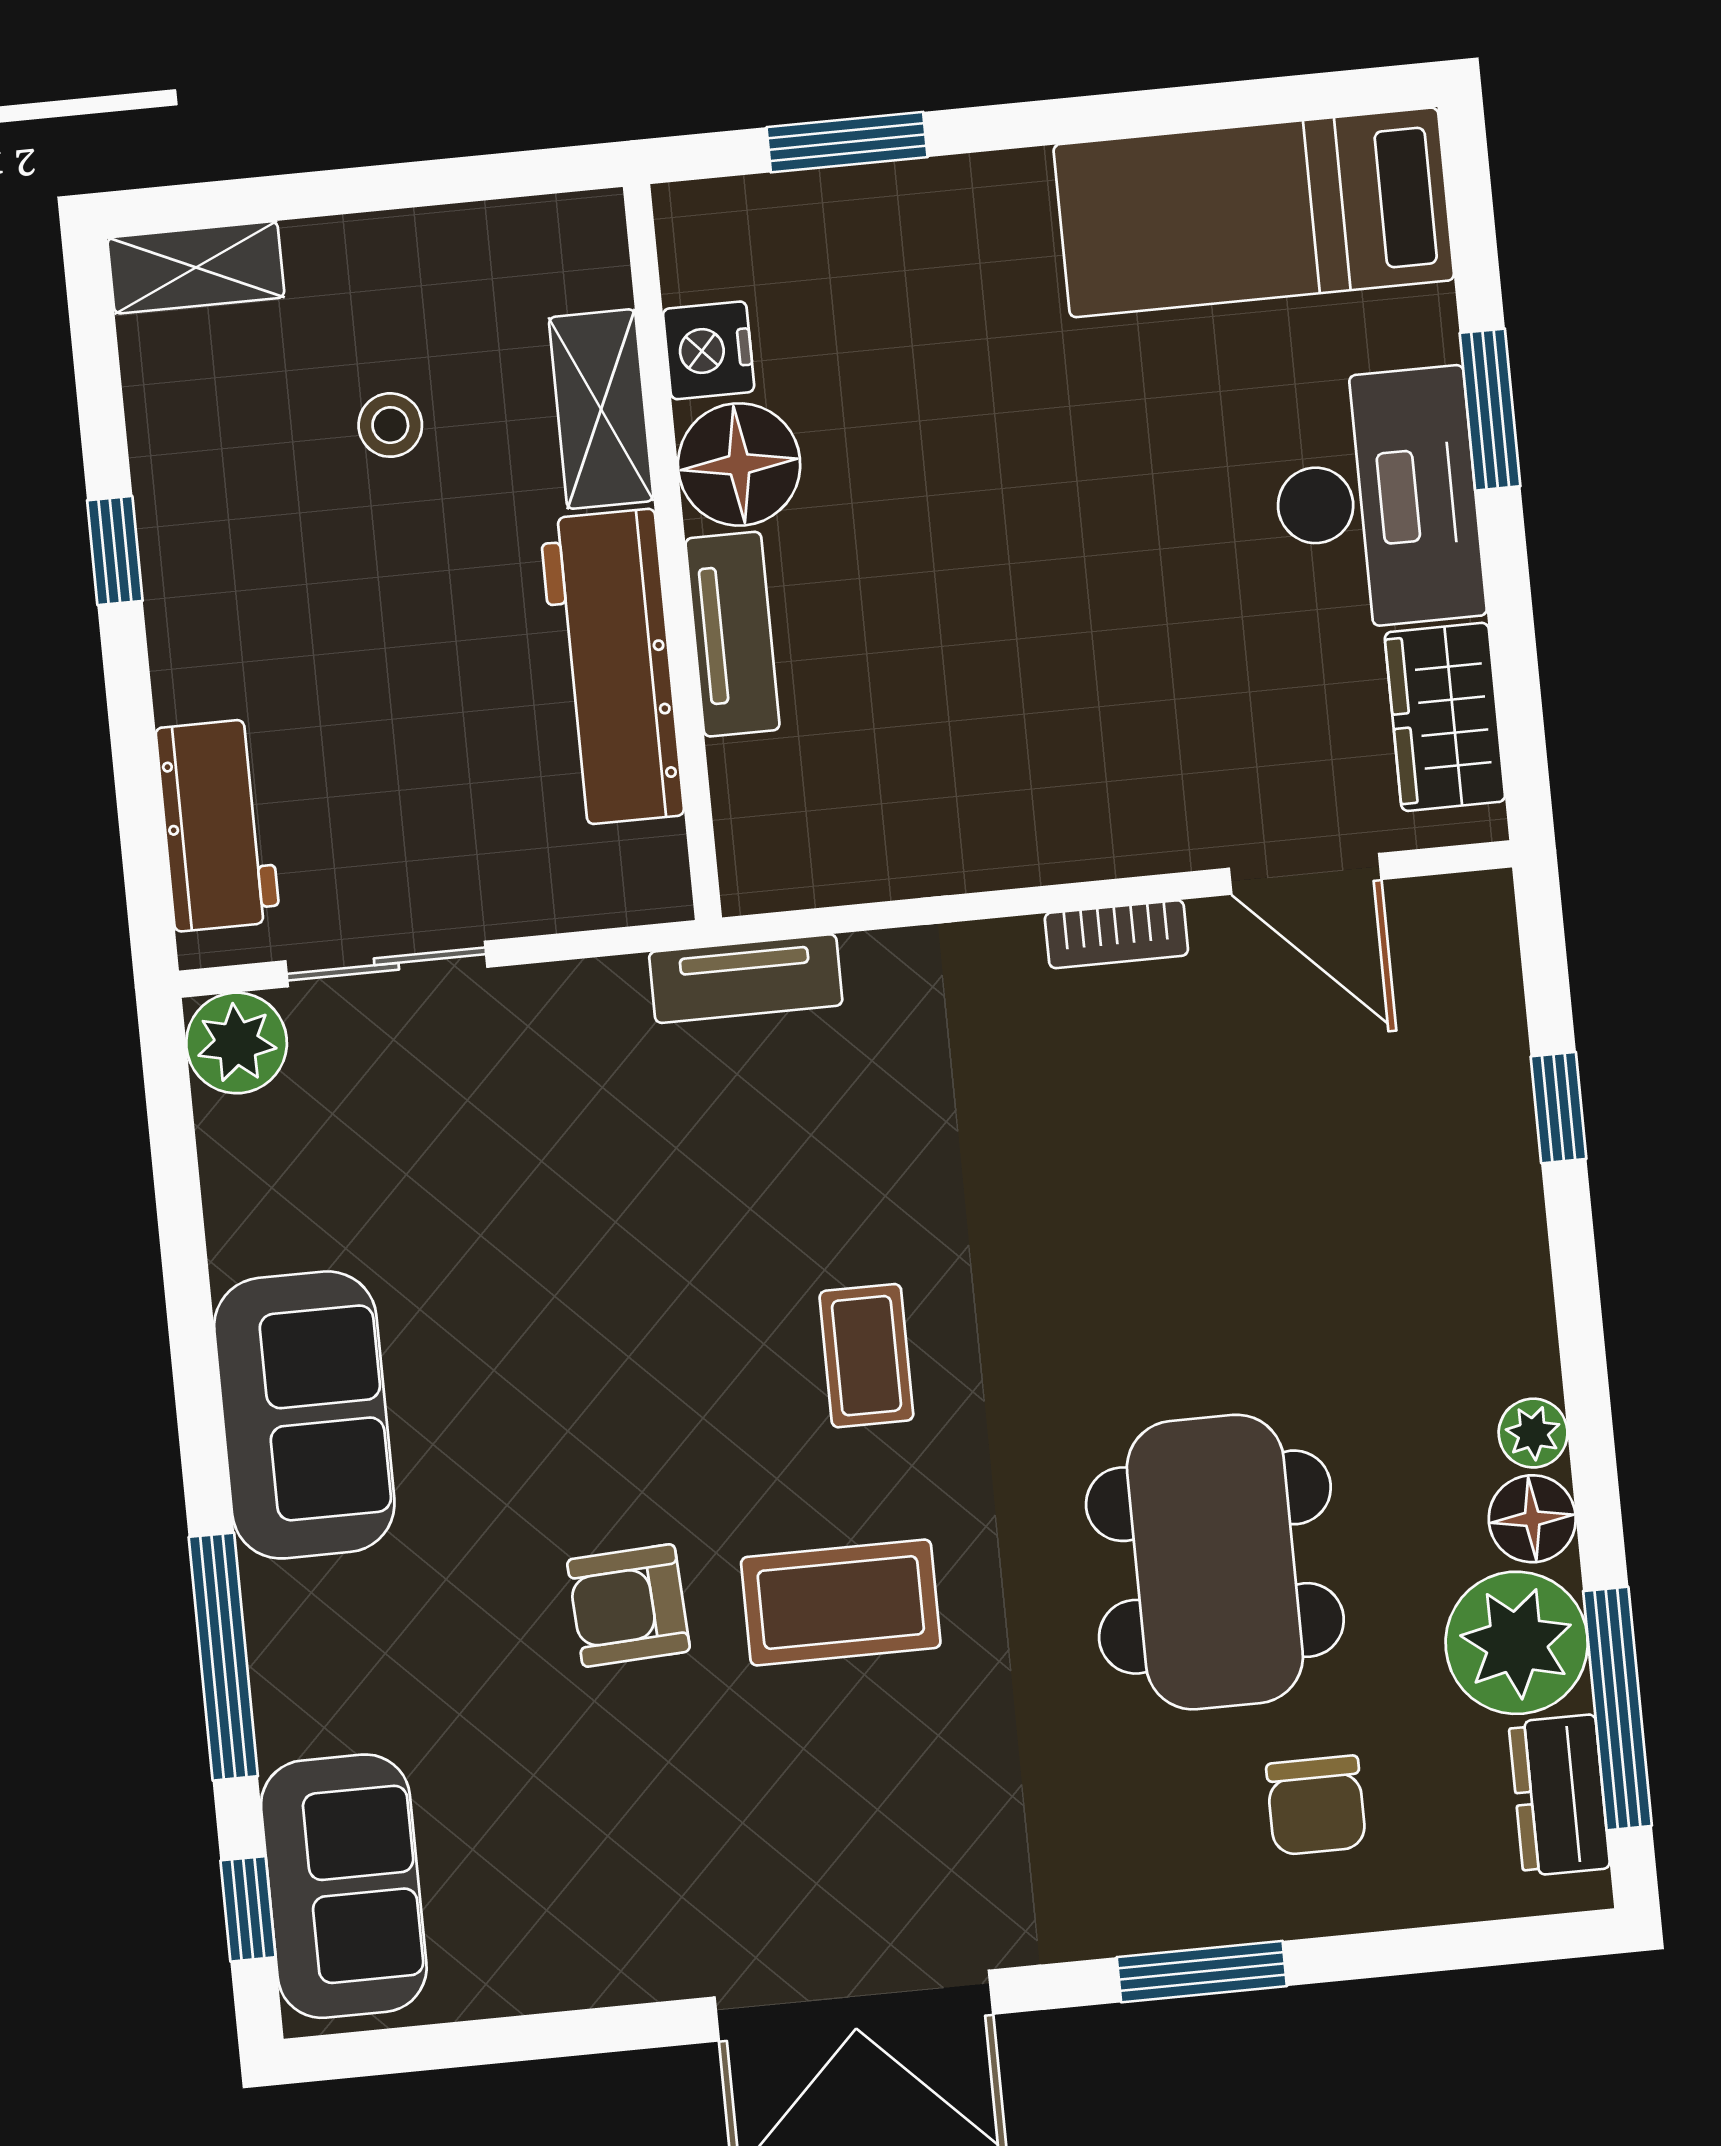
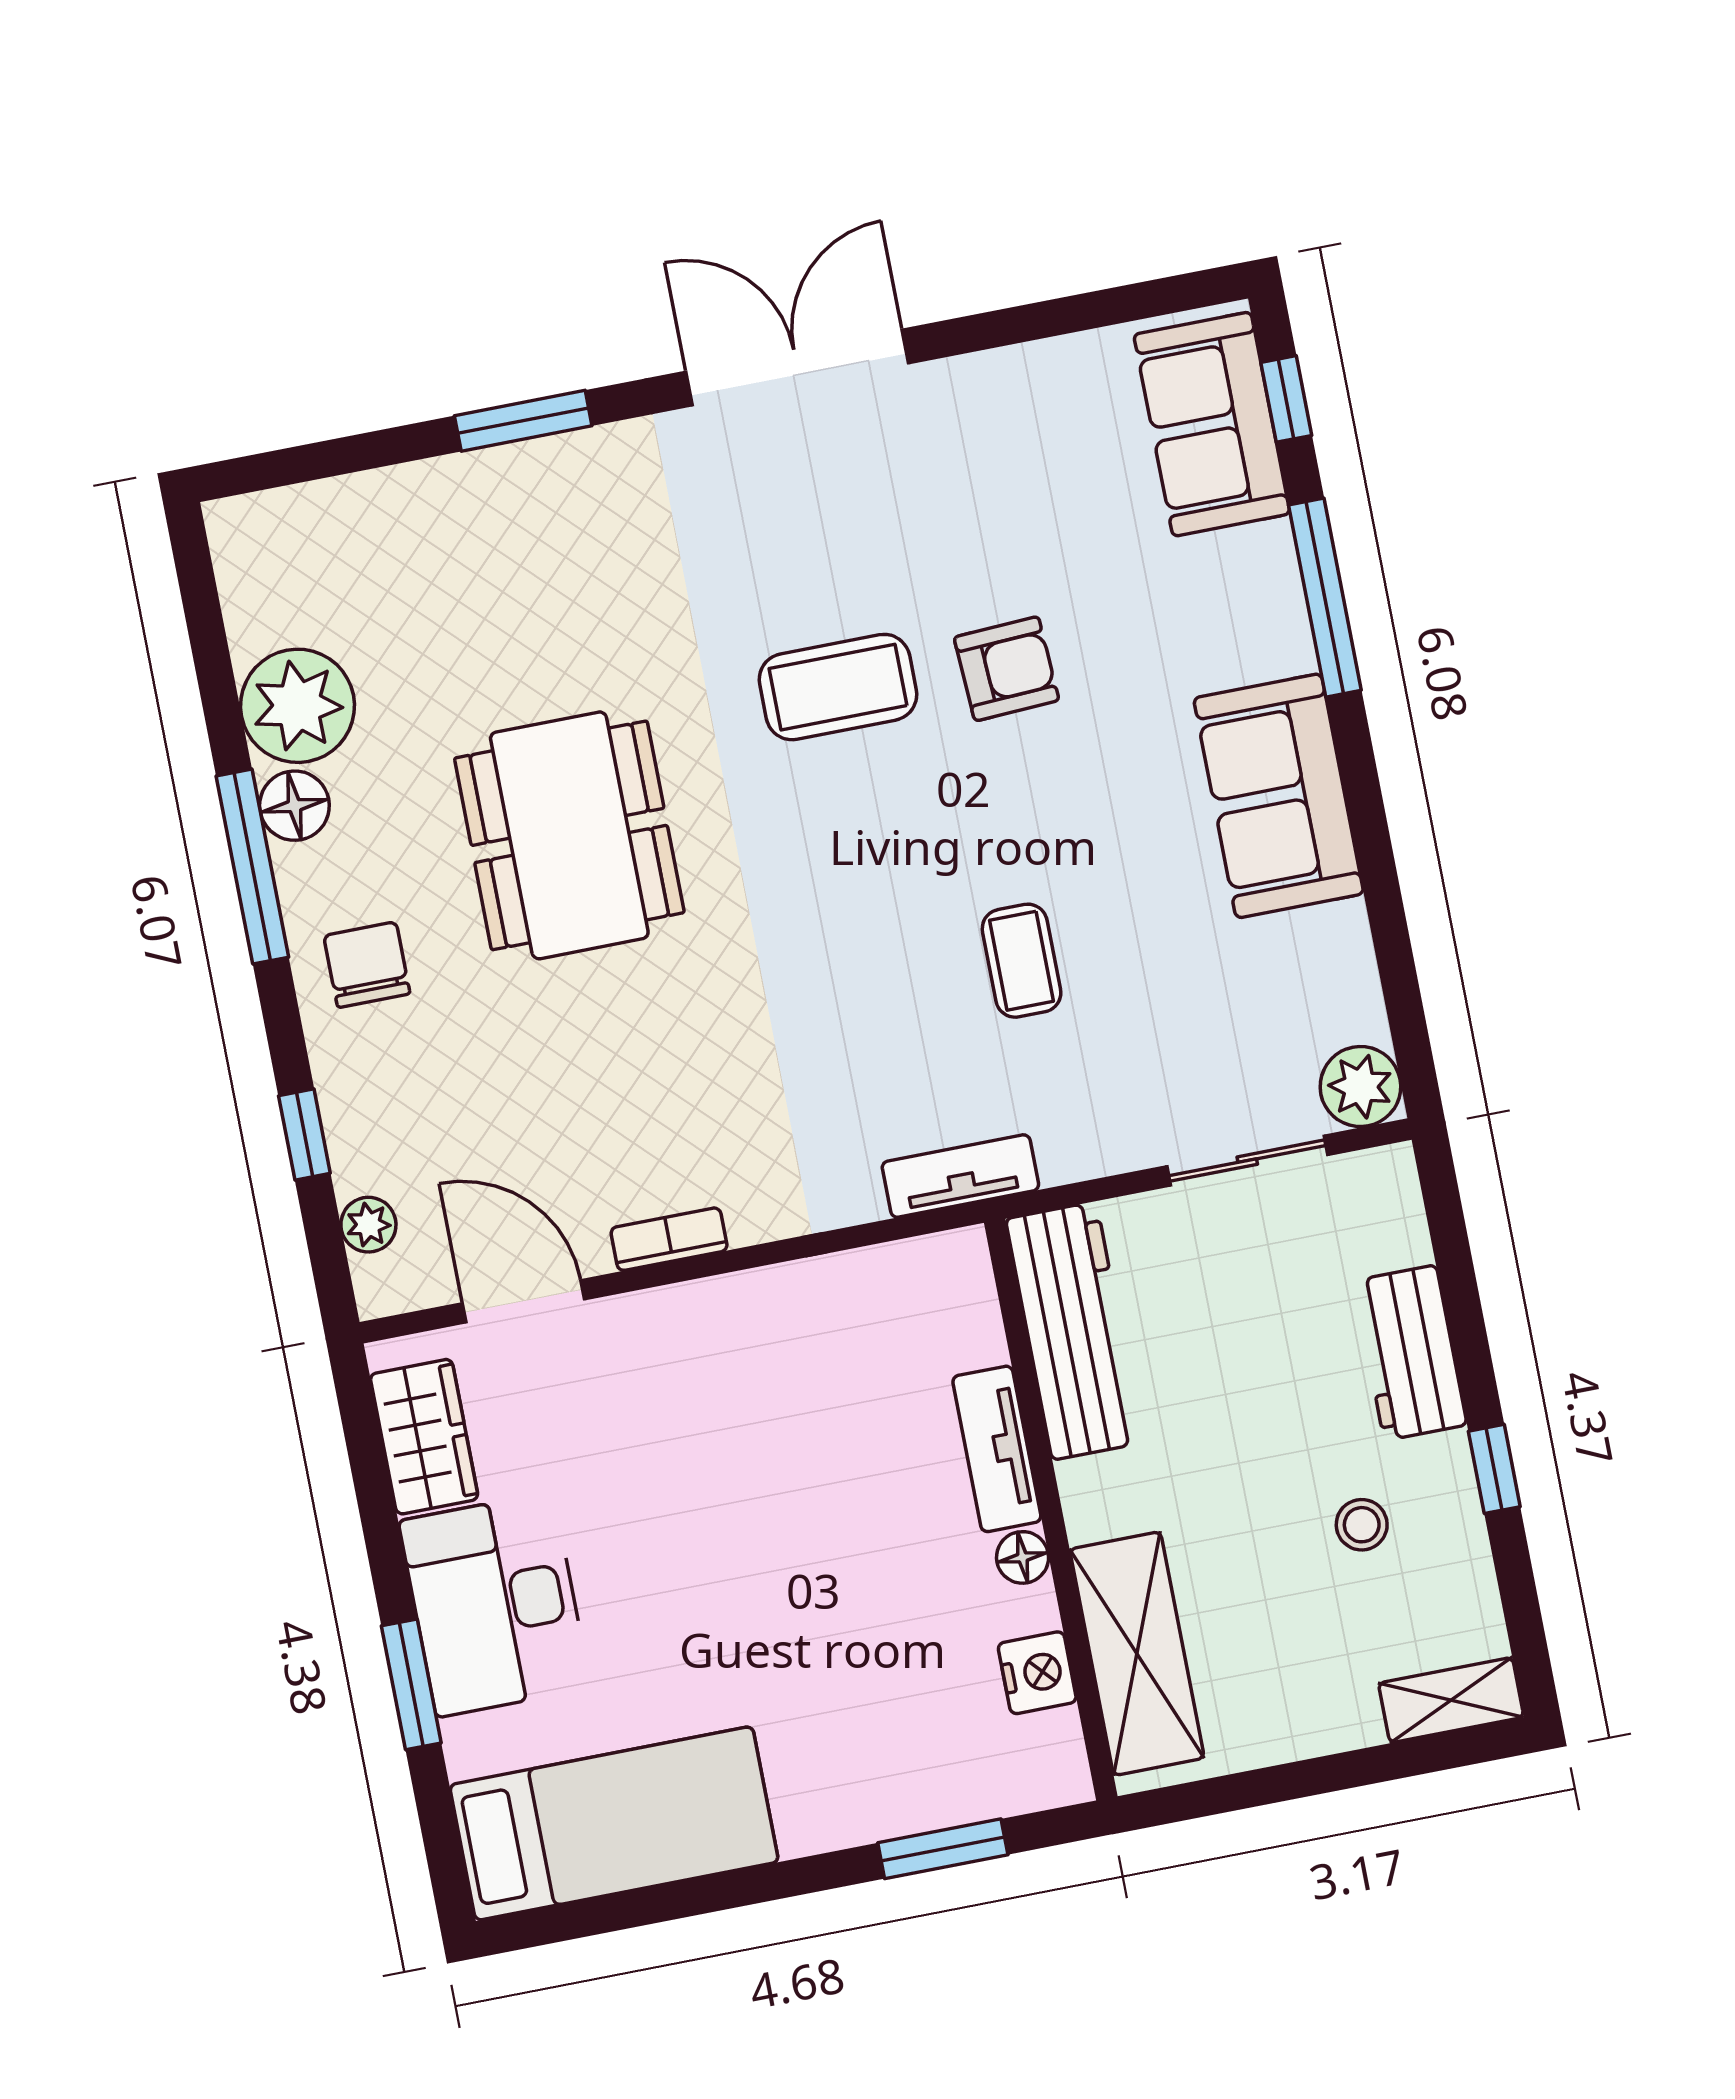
shelving: (601, 409) -> (1137, 1654), width x1.50, depth x1.33
stool: (390, 425) -> (1362, 1525), moved
floor lamp: (739, 464) -> (1023, 1557), width x0.53, depth x0.53
workbench: (612, 667) -> (1074, 1331), moved
workbench: (218, 825) -> (1410, 1353), moved
coffee table: (866, 1356) -> (1022, 961), moved
plant: (1533, 1433) -> (368, 1225), moved
dining table: (1215, 1562) -> (569, 835), moved
window: (1617, 1708) -> (252, 867), moved
dresser: (1559, 1795) -> (252, 588), removed
chair: (1316, 1805) -> (367, 965), moved

